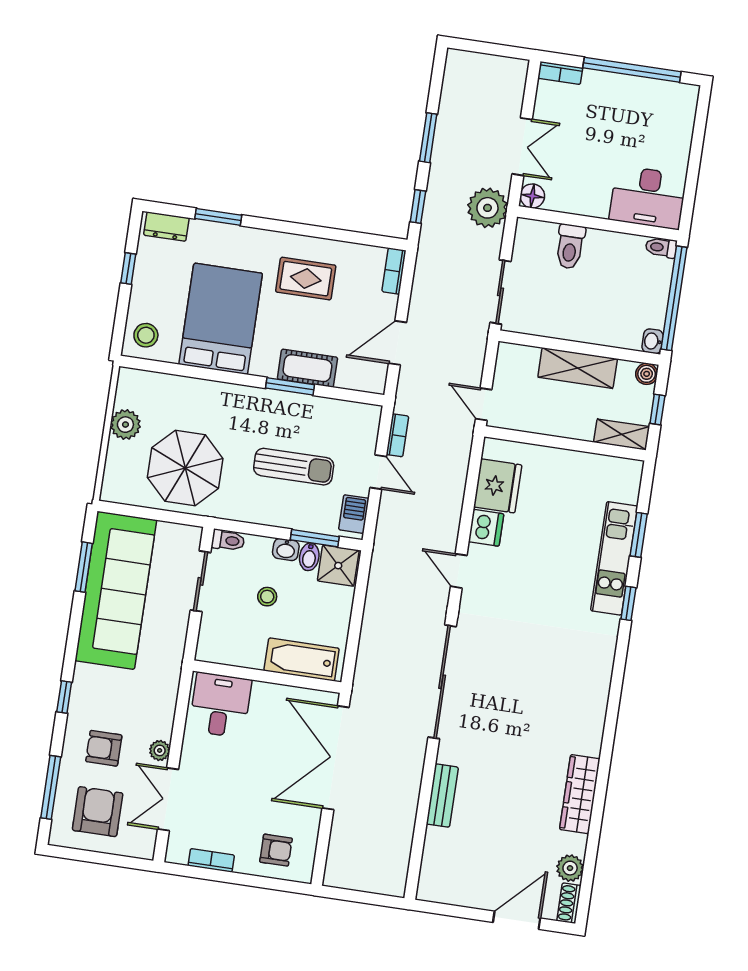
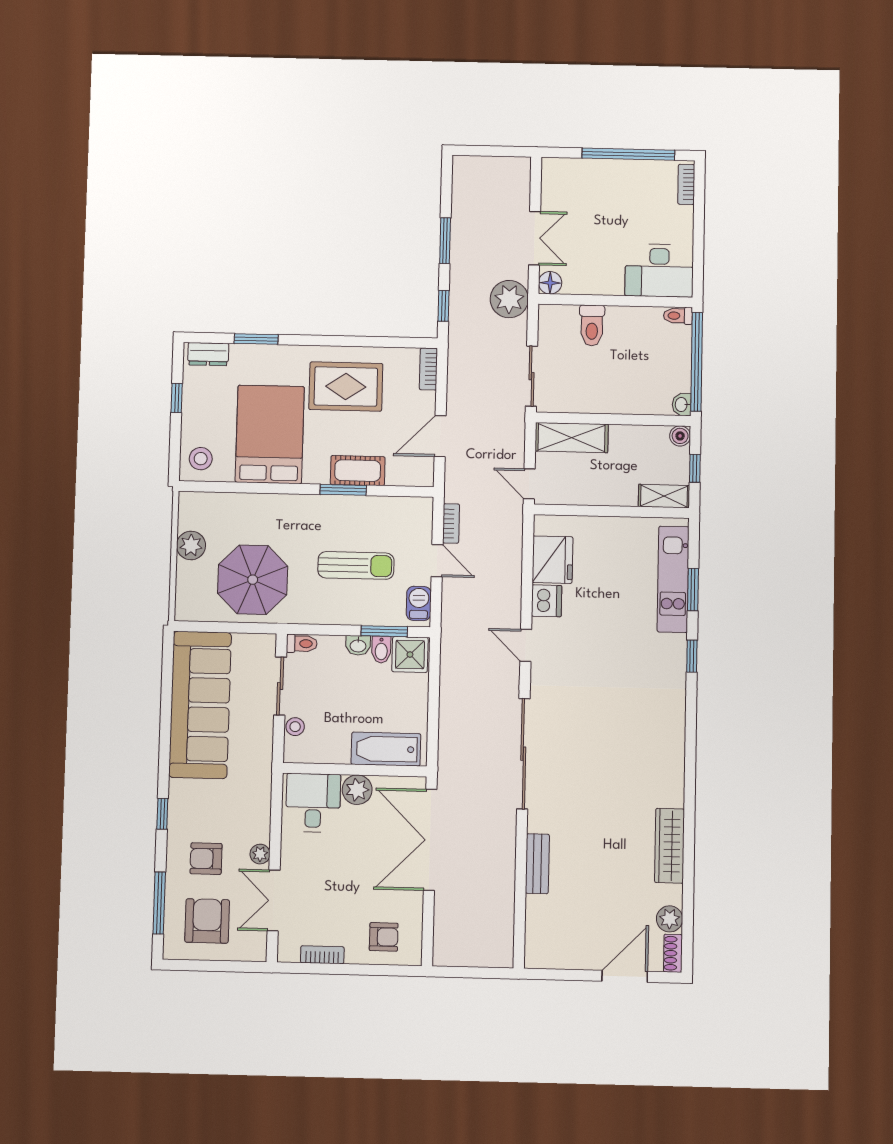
bookcase: (560, 73) -> (686, 184), moved, turned 90
rug: (306, 279) -> (346, 387), width x1.36, depth x1.43
shelving: (578, 368) -> (572, 438), moved
kitchen unit: (614, 558) -> (673, 579), moved
window: (84, 567) -> (167, 686), removed
stool: (267, 597) -> (295, 727), moved
plant: (267, 697) -> (357, 790), added

